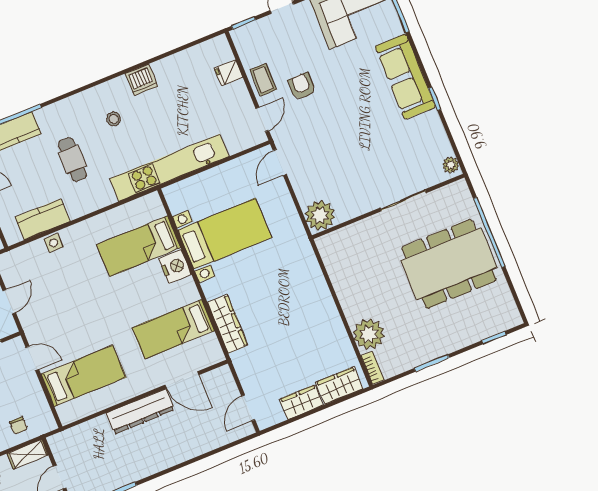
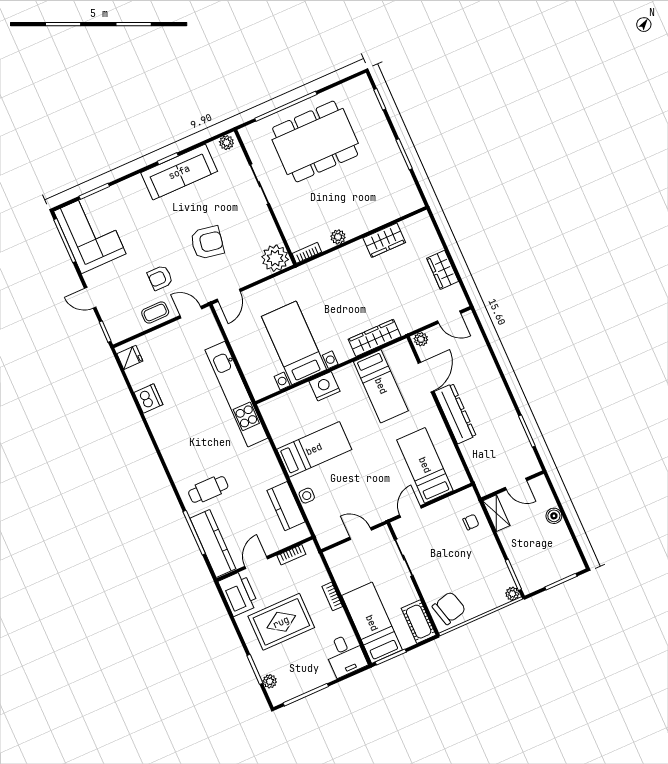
fridge: (229, 73) -> (130, 357), moved, turned -90
sofa: (405, 77) -> (179, 172), moved
dishwasher: (142, 80) -> (148, 398), moved
stool: (114, 119) -> (194, 445), removed
armchair: (340, 140) -> (207, 243), added
cafe table: (73, 159) -> (208, 489), moved
door: (280, 162) -> (229, 295), hinge flipped
bed: (139, 246) -> (314, 449), moved, turned -90
dining table: (449, 264) -> (315, 141), turned 90
plant: (369, 334) -> (338, 237), moved, width x0.53, depth x0.53
bookcase: (372, 368) -> (307, 253), moved
plant: (224, 376) -> (421, 339), added
wardrobe: (339, 386) -> (384, 240), moved, turned -90

